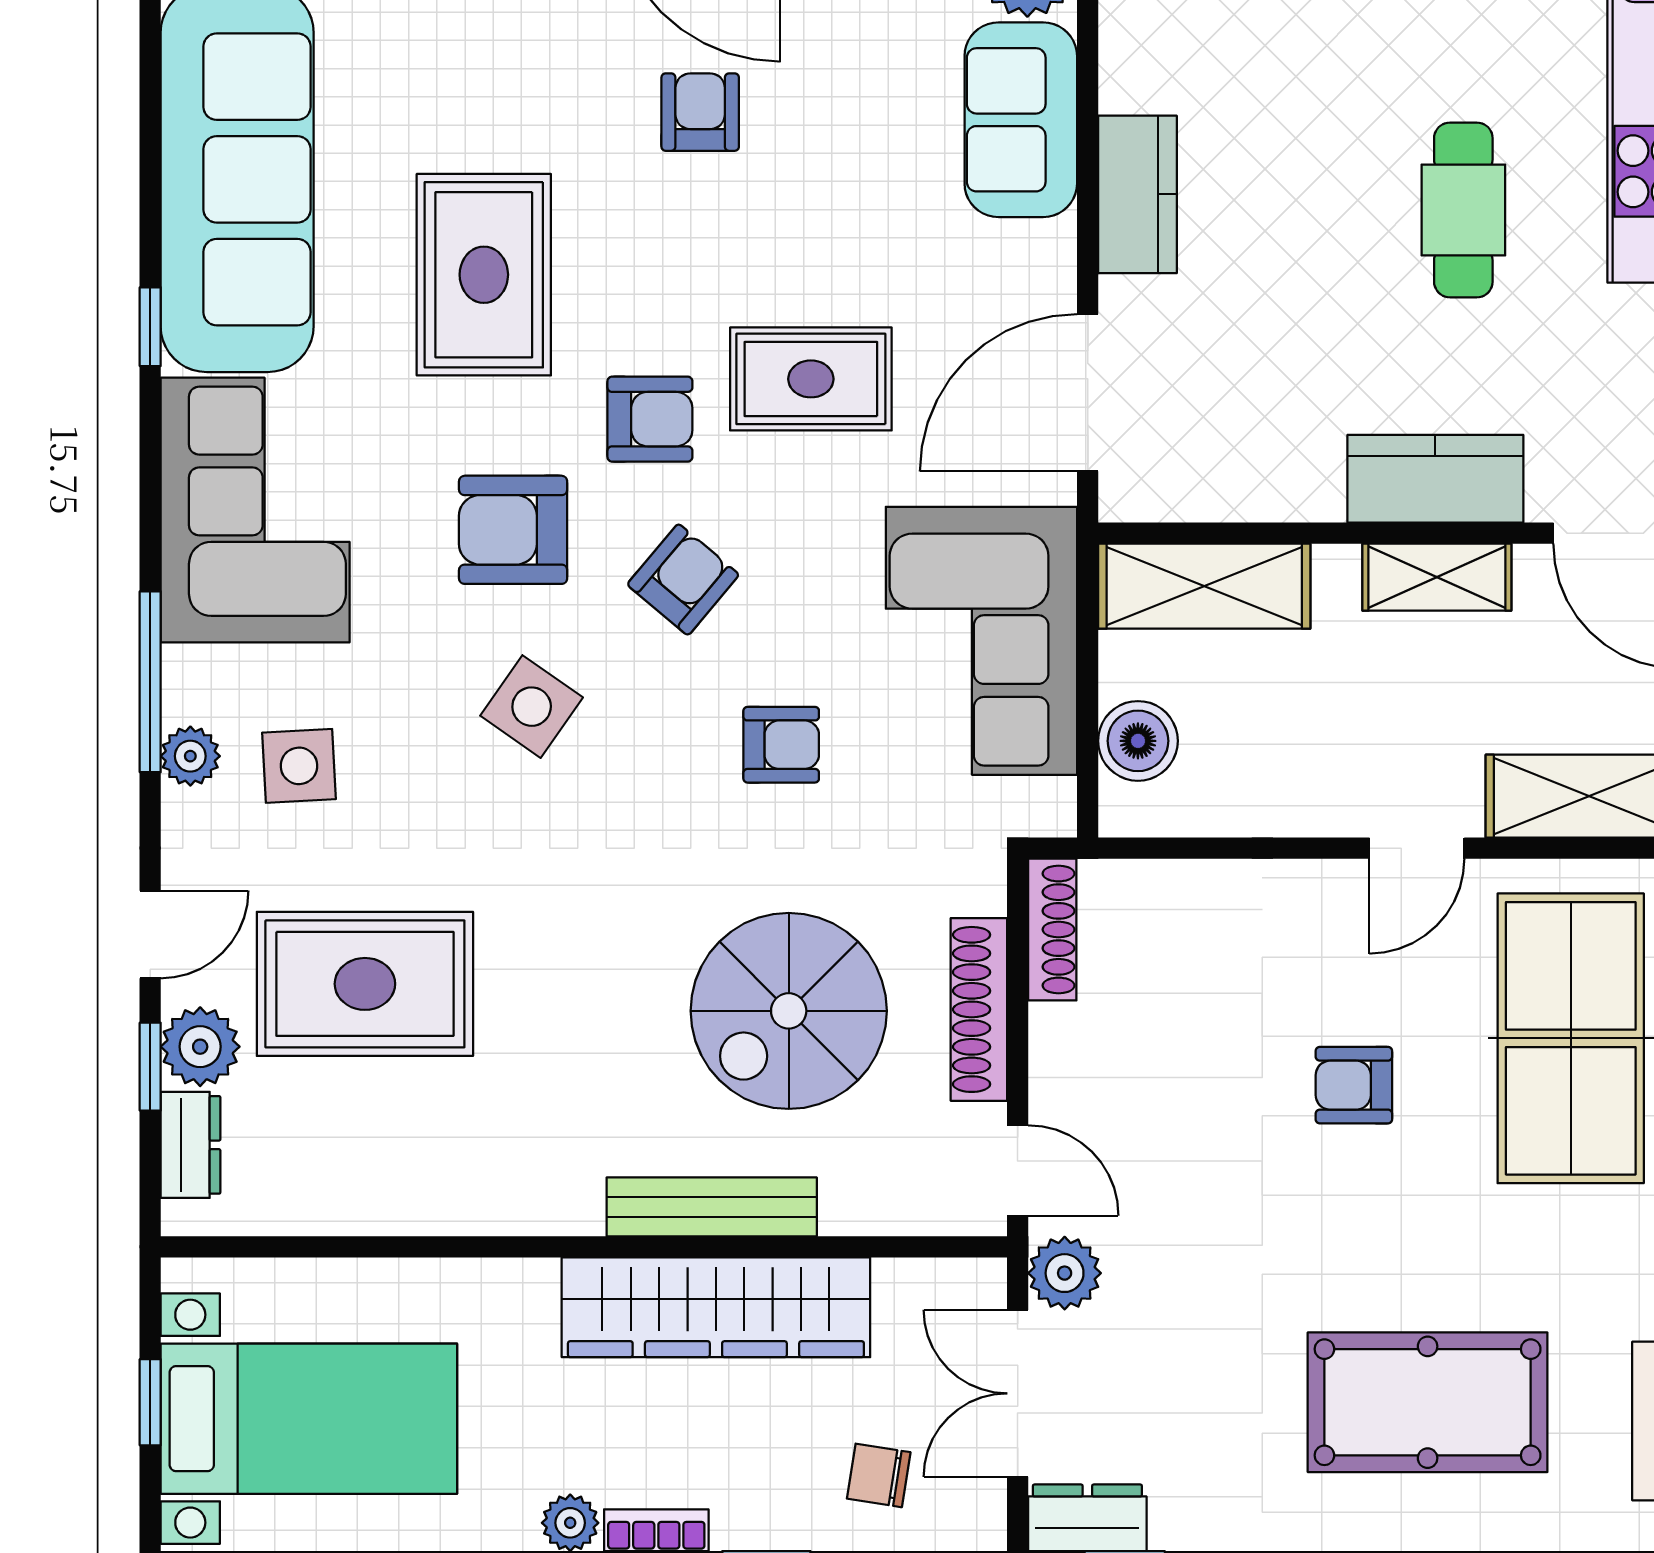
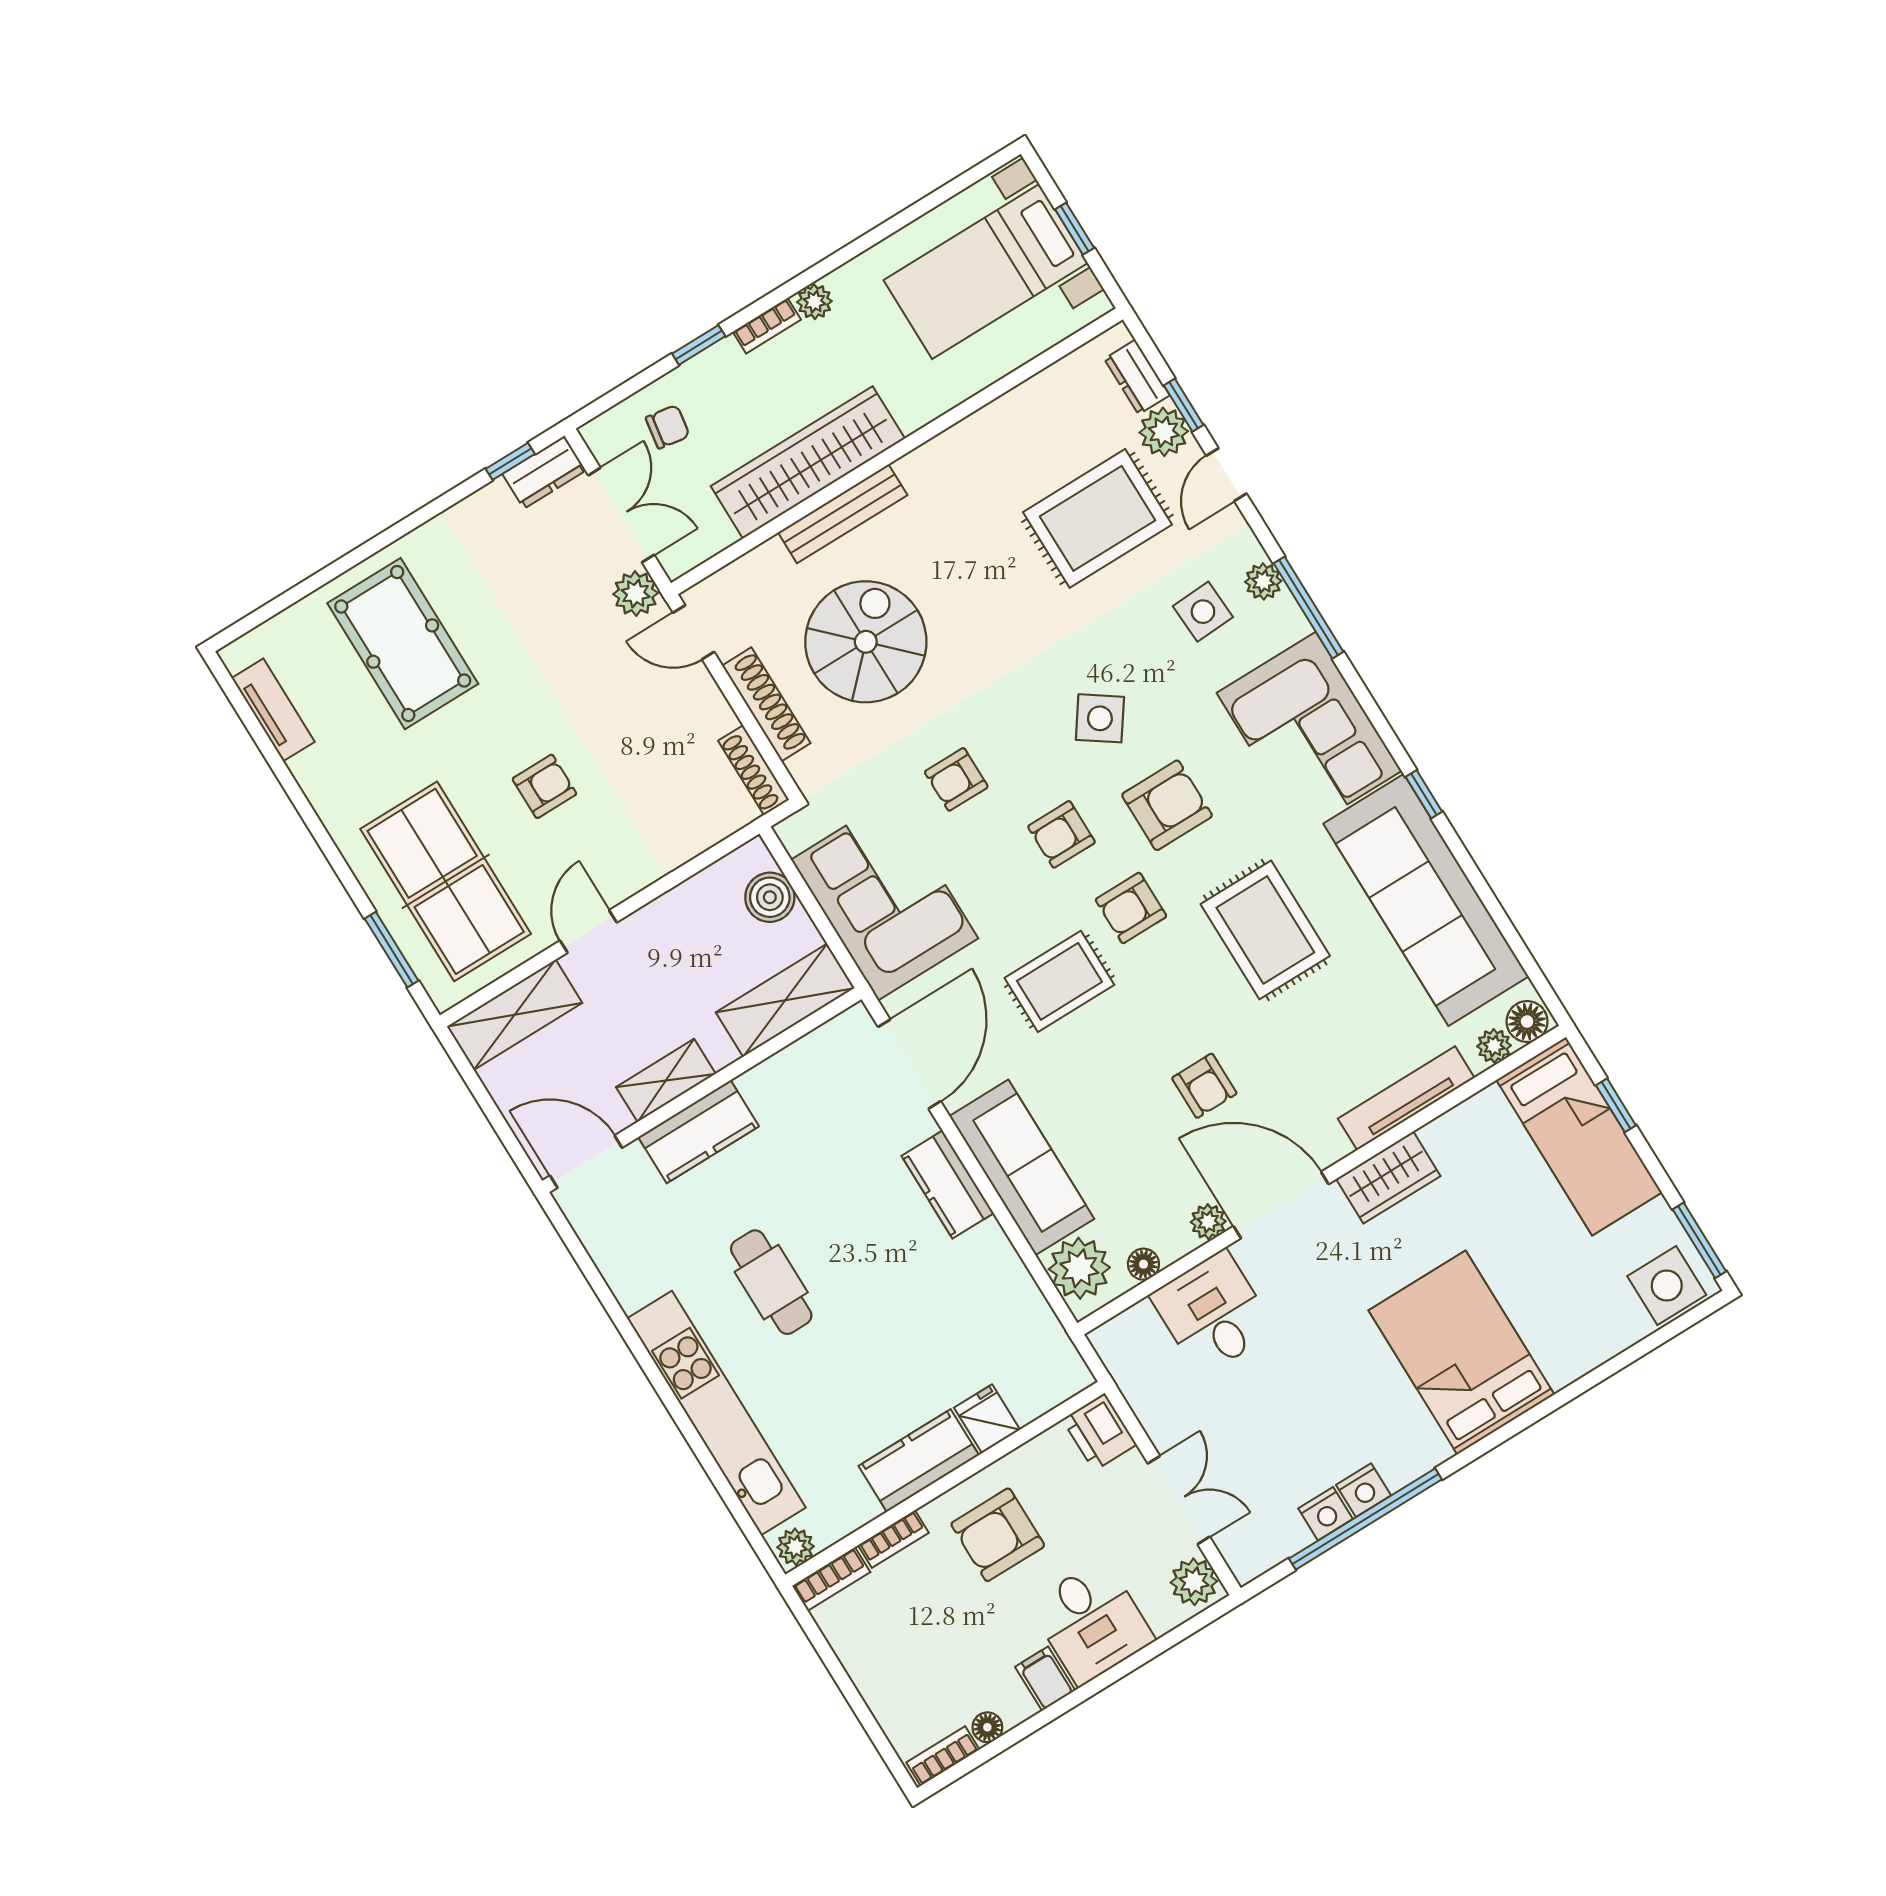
sofa: (1021, 120) -> (1022, 1167), width x1.36
armchair: (683, 580) -> (1061, 834), turned 50
pool table: (1428, 1402) -> (403, 644), turned 90

